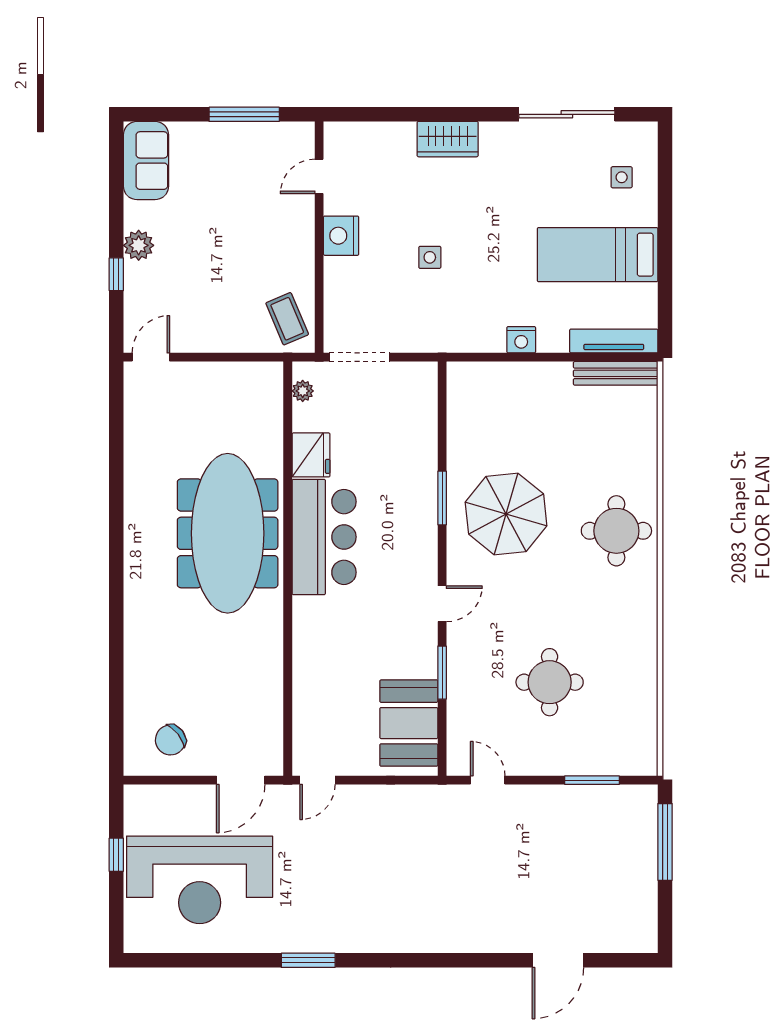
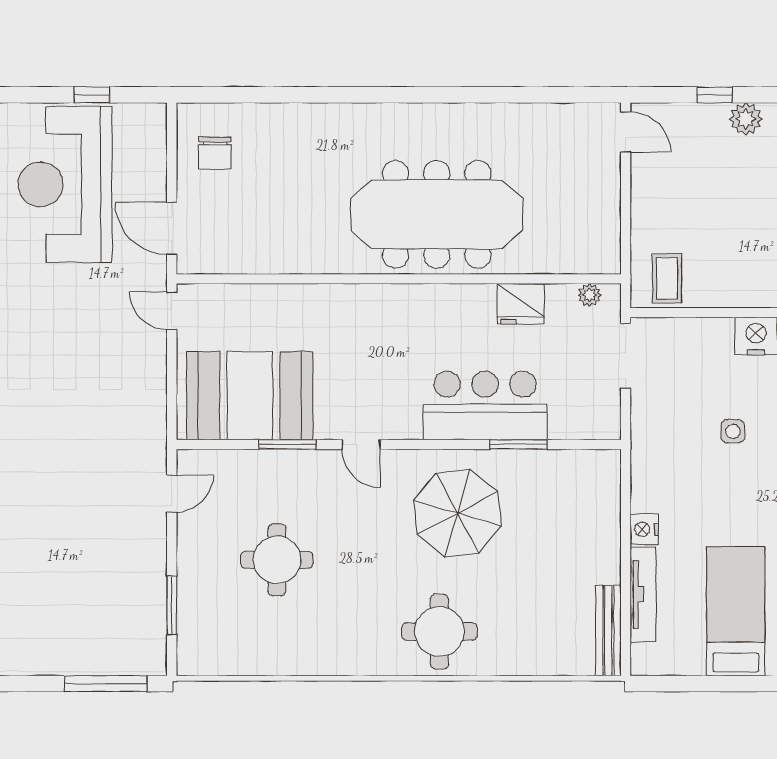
coffee table: (287, 319) -> (667, 278), turned -67
tv unit: (614, 341) -> (643, 595), moved
window: (442, 498) -> (519, 444), moved
bar counter: (324, 537) -> (485, 405), moved, turned 180
booth: (409, 723) -> (250, 396), width x1.36, depth x1.42
chair: (170, 740) -> (215, 153), turned -142

